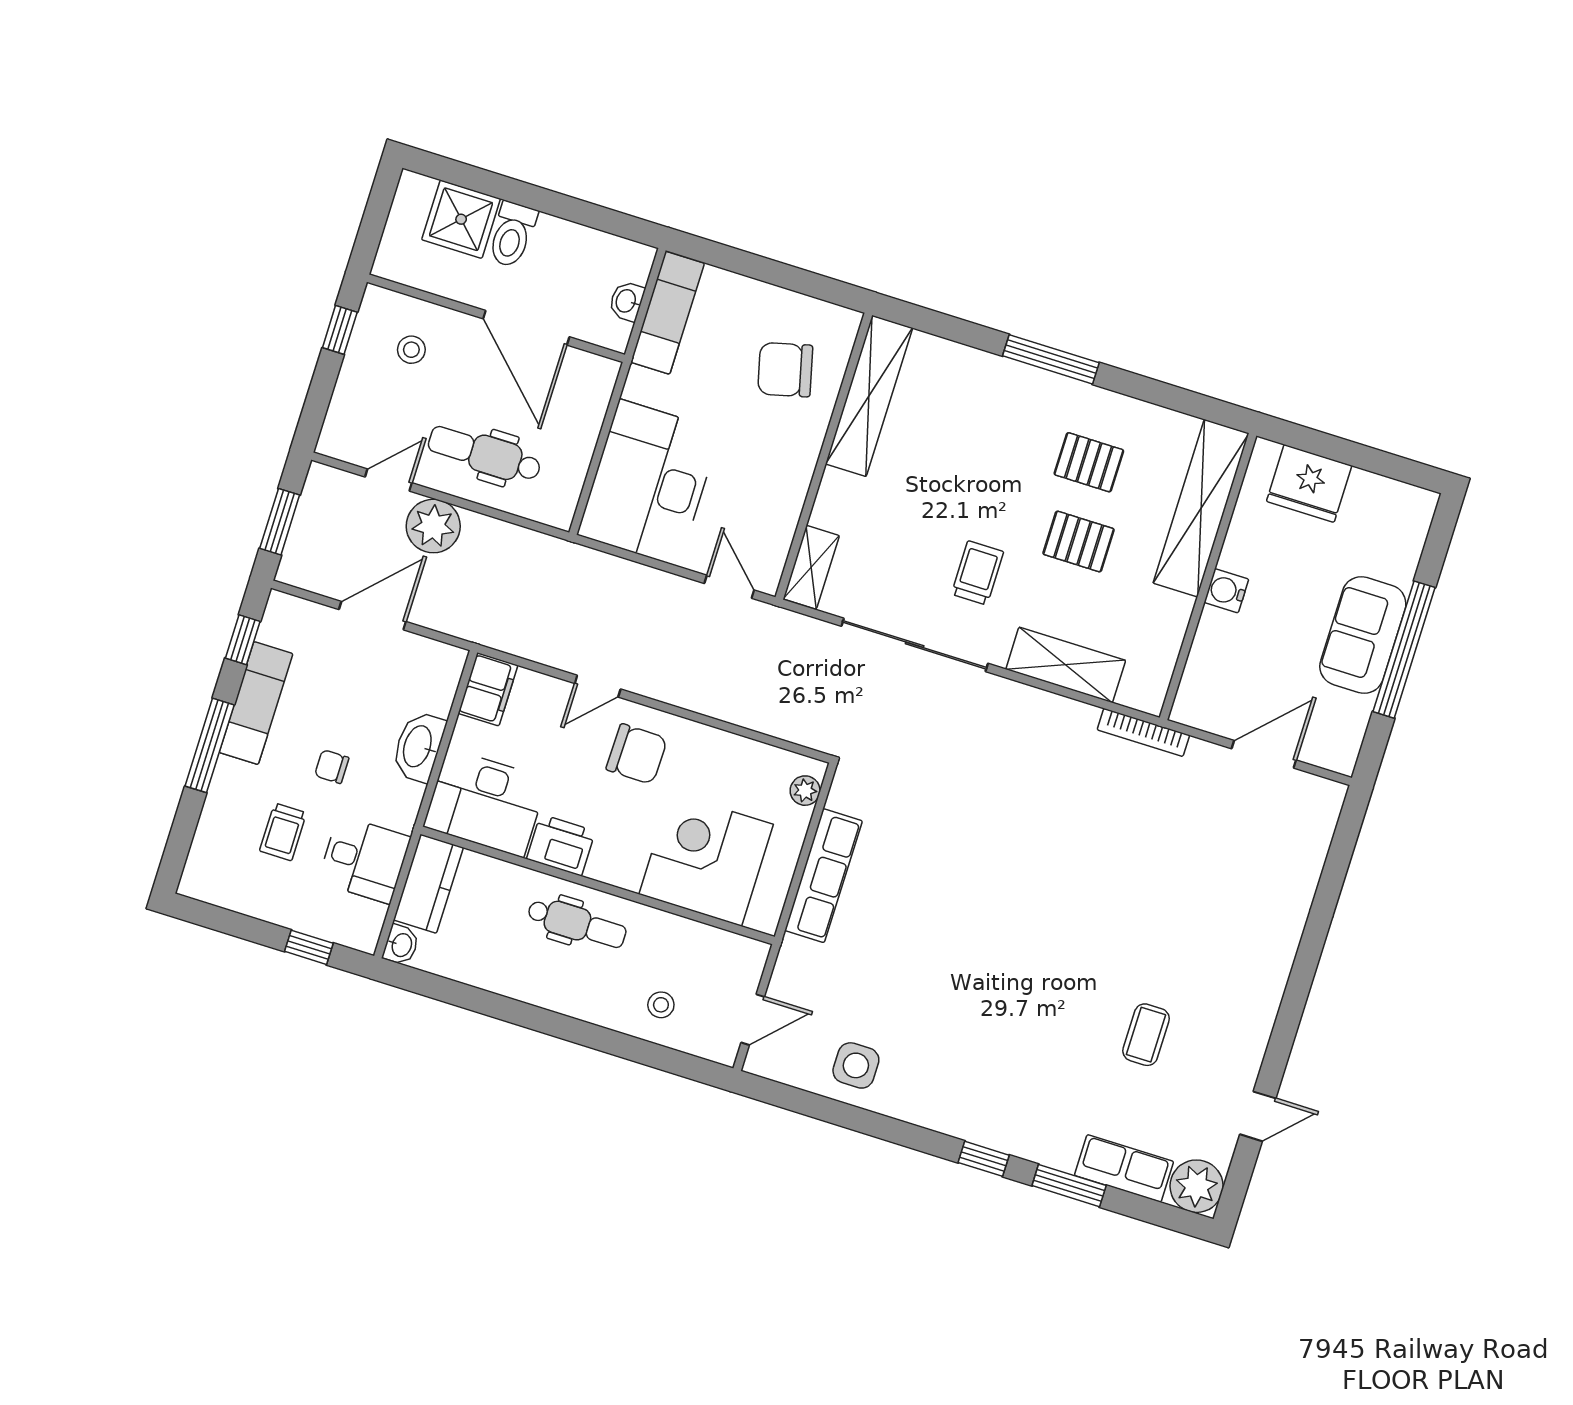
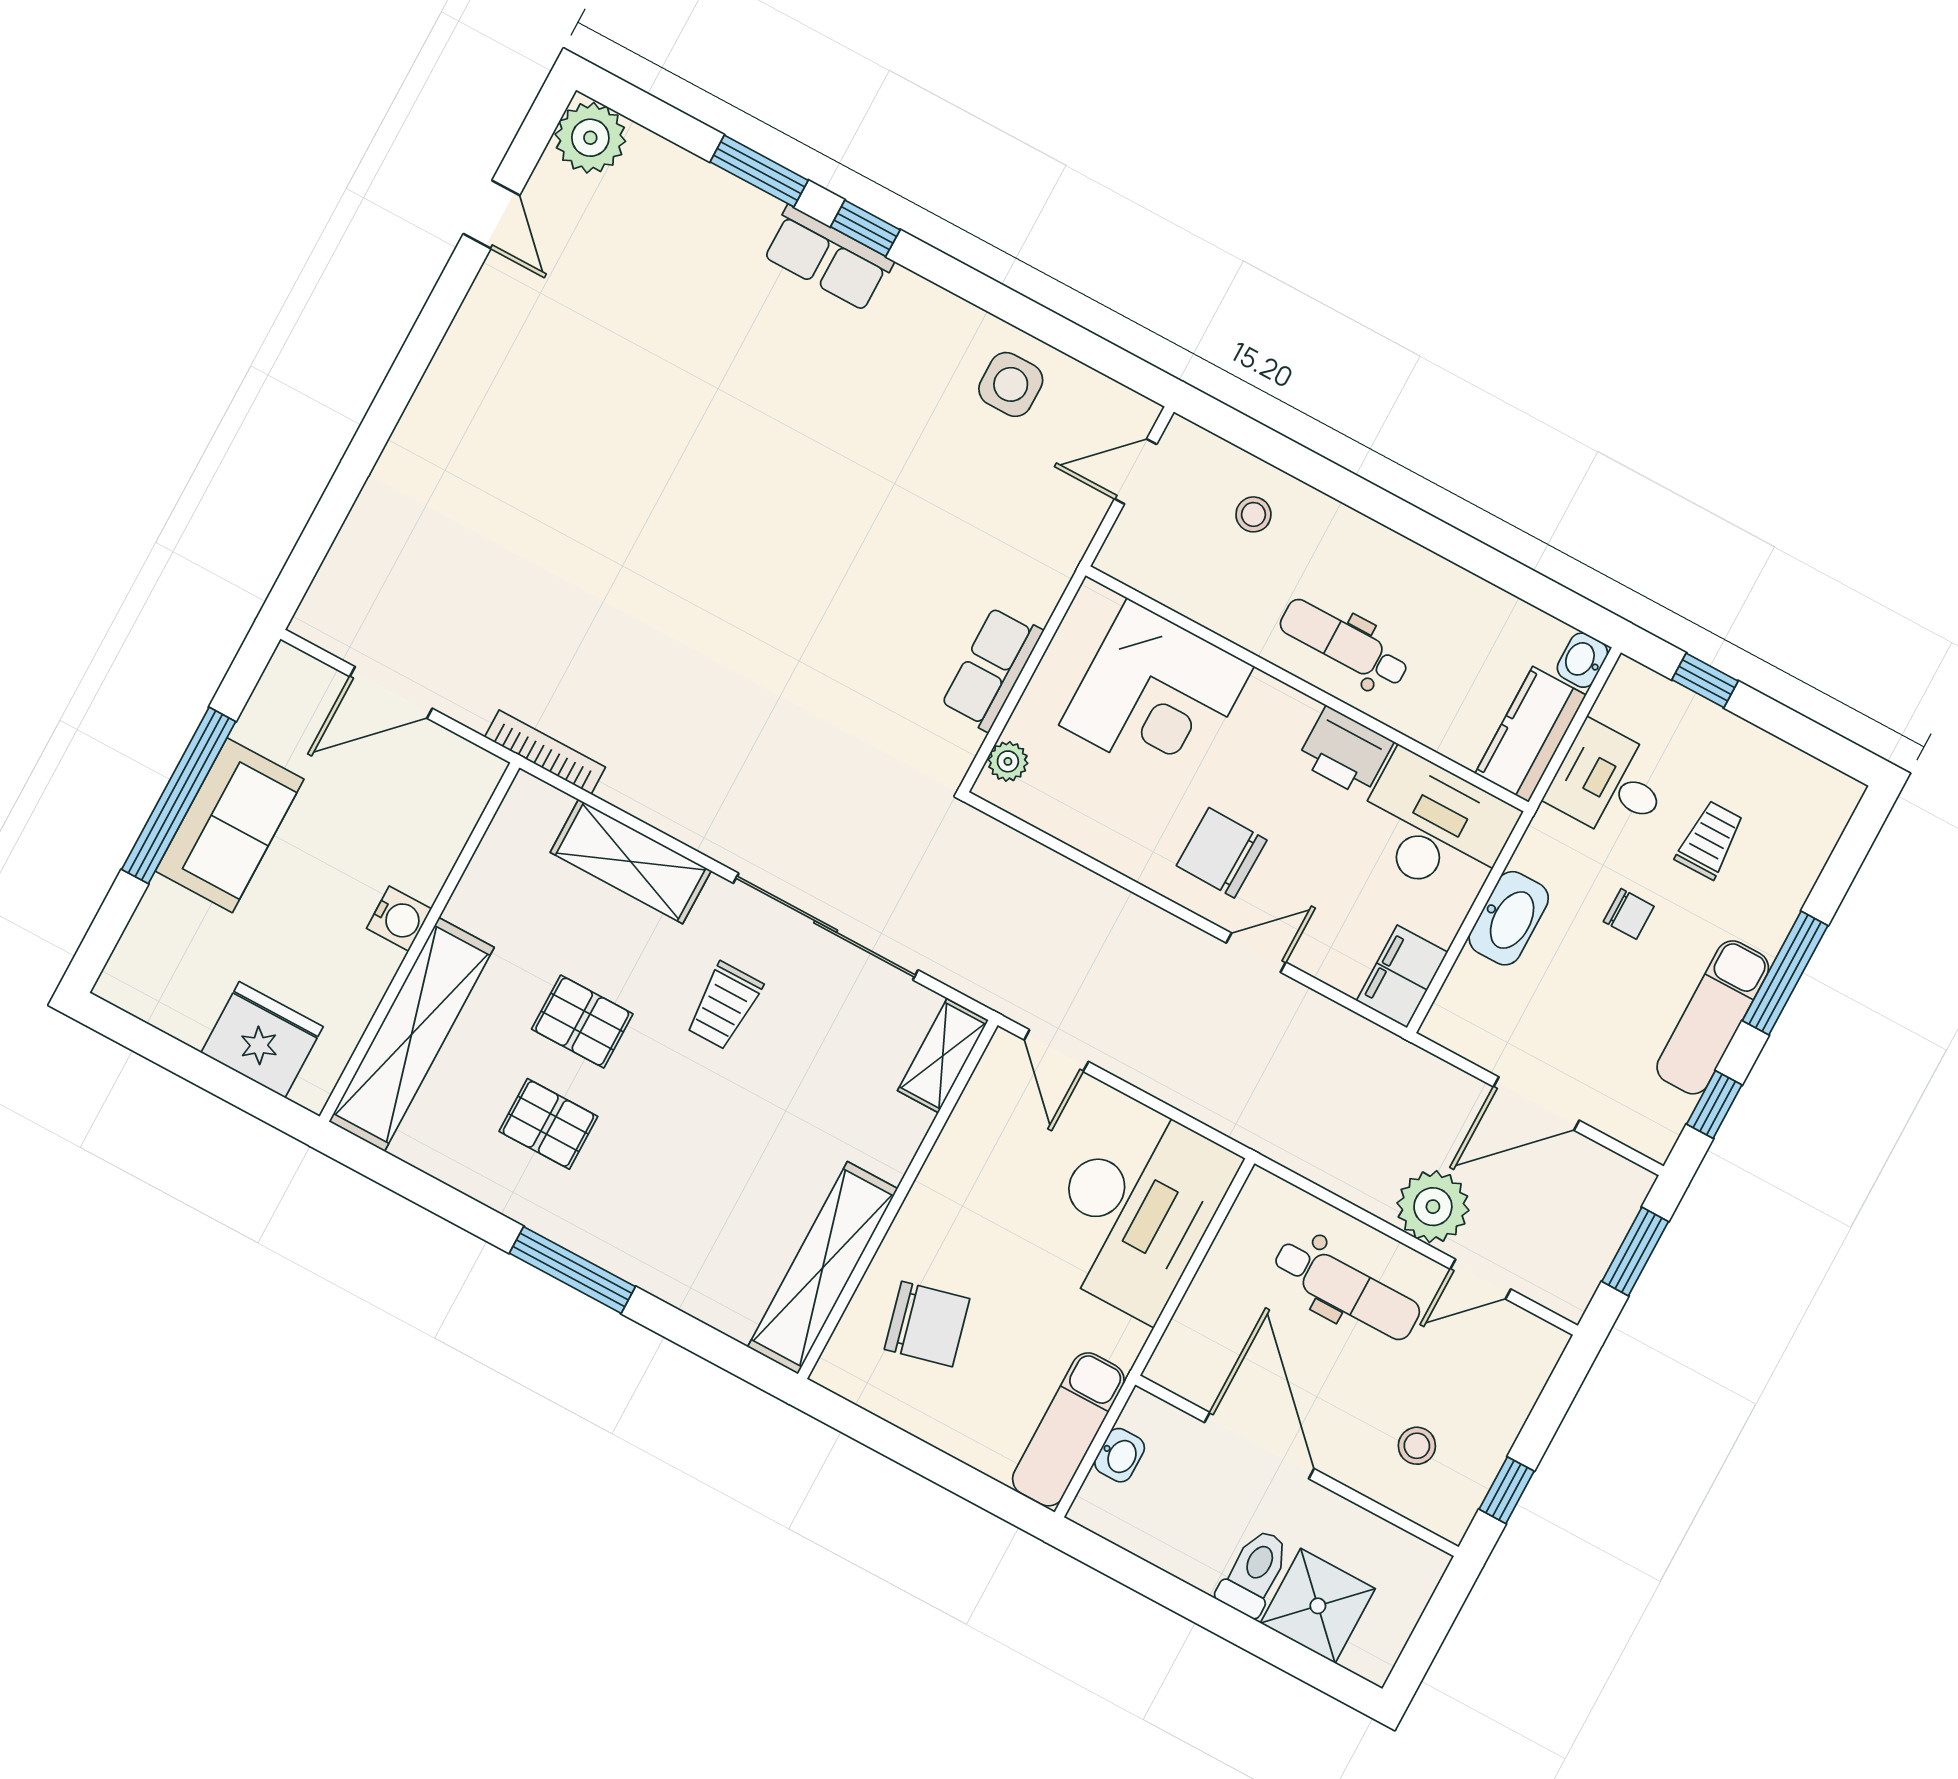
row of seats: (824, 876) -> (992, 669), width x0.68
coffee table: (1146, 1035) -> (619, 351), removed
door: (1258, 1116) -> (491, 215), swing flipped
row of seats: (1124, 1168) -> (828, 258), moved

